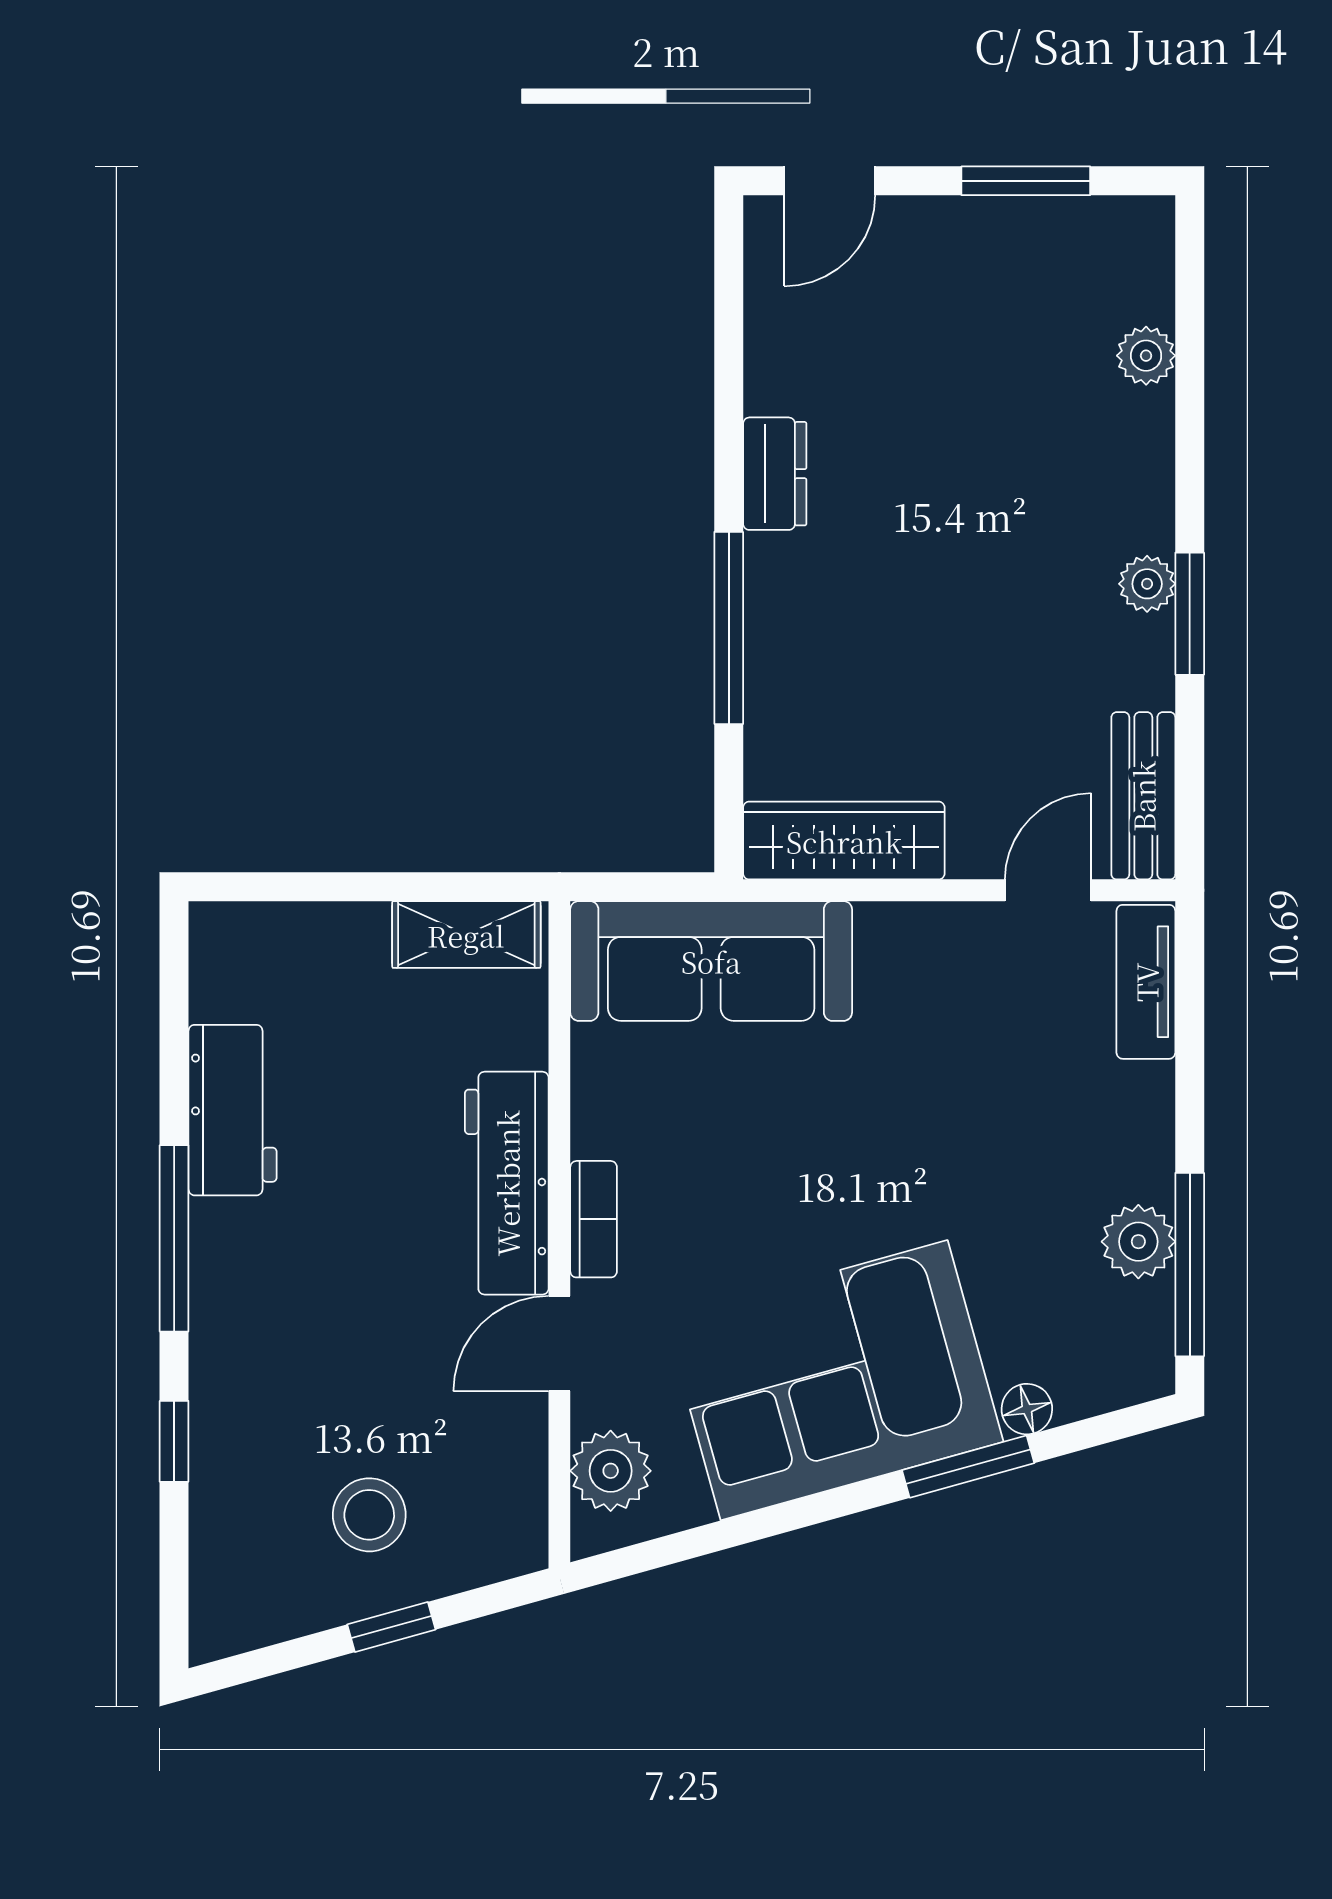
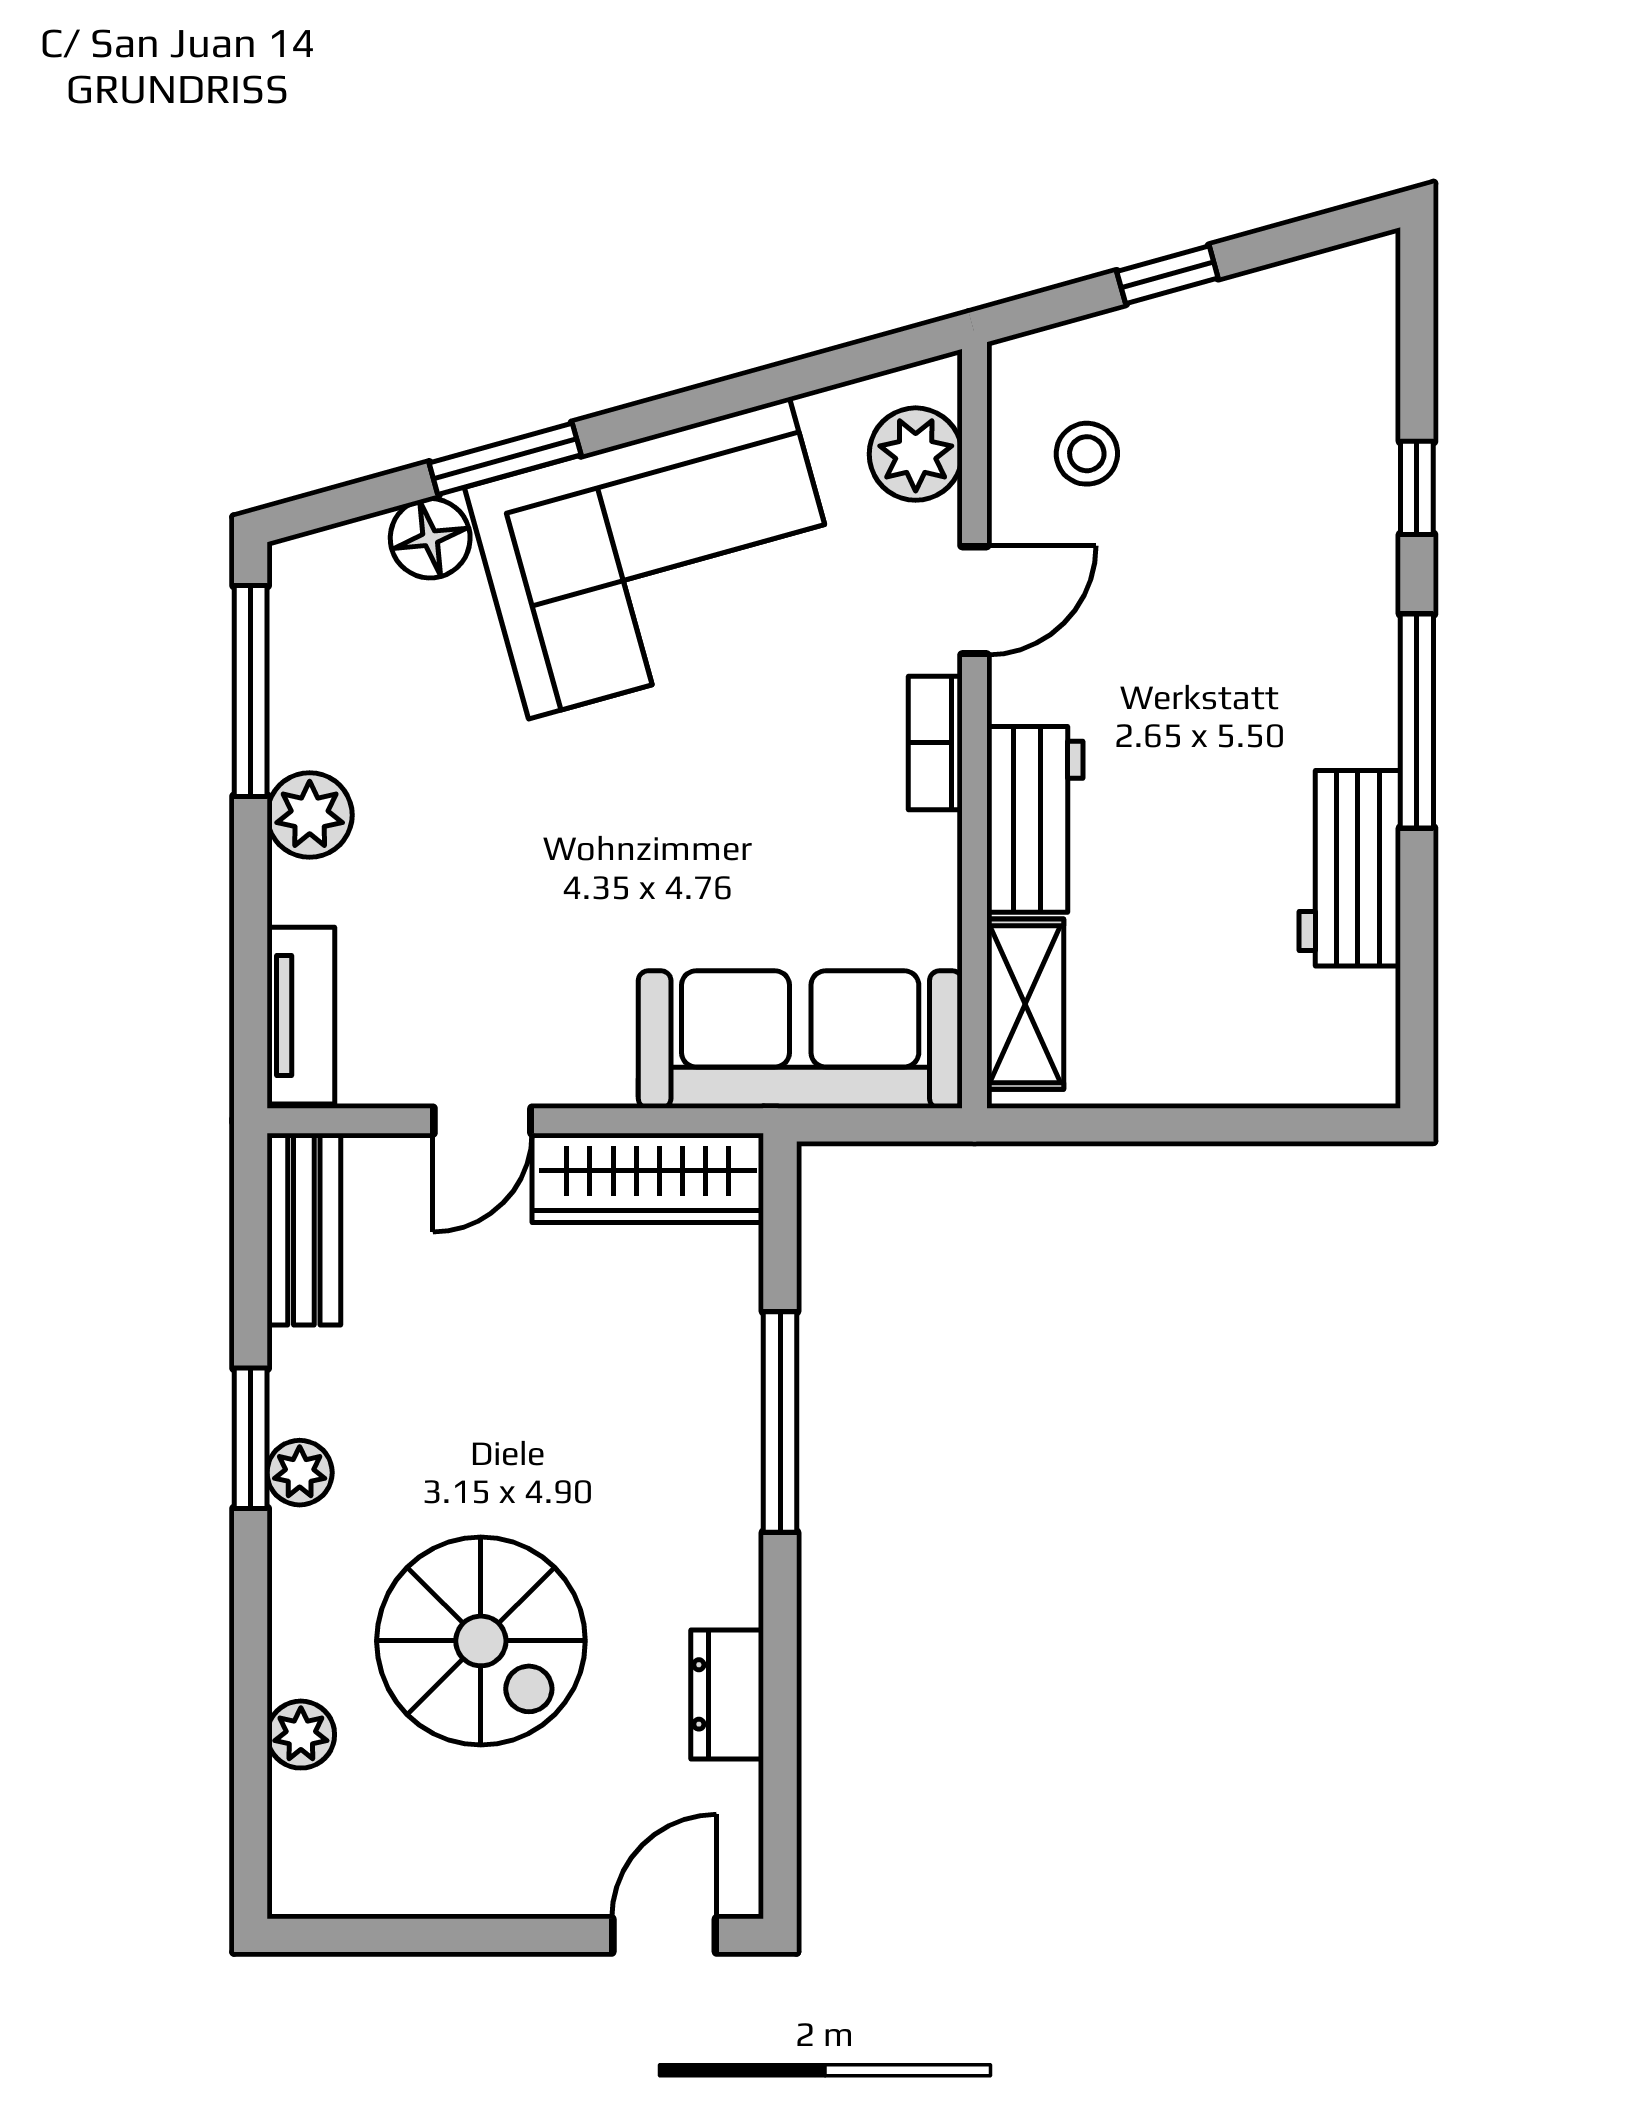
window: (1026, 181) -> (439, 1935), removed
spiral stairs: (989, 437) -> (481, 1641), added
dresser: (775, 474) -> (727, 1694), moved
door: (1048, 890) -> (482, 1121), moved
shelving: (466, 935) -> (1025, 1004), moved, turned 90
workbench: (507, 1183) -> (1035, 819), width x0.73
plant: (1138, 1242) -> (310, 815), moved
floor lamp: (1027, 1409) -> (430, 538), width x1.37, depth x1.37
stool: (369, 1515) -> (1087, 454), moved, width x0.73, depth x0.73

